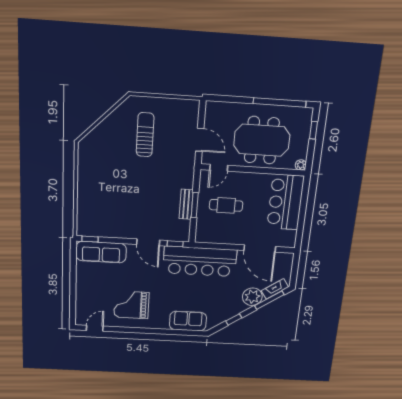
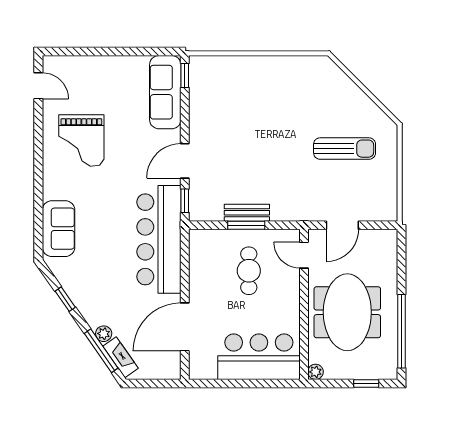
plant: (252, 297) -> (104, 334), width x0.53, depth x0.53
grand piano: (131, 305) -> (81, 140), turned 180

